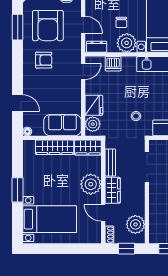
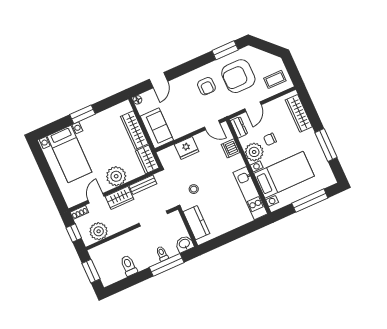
plant: (93, 124) -> (170, 154), removed

